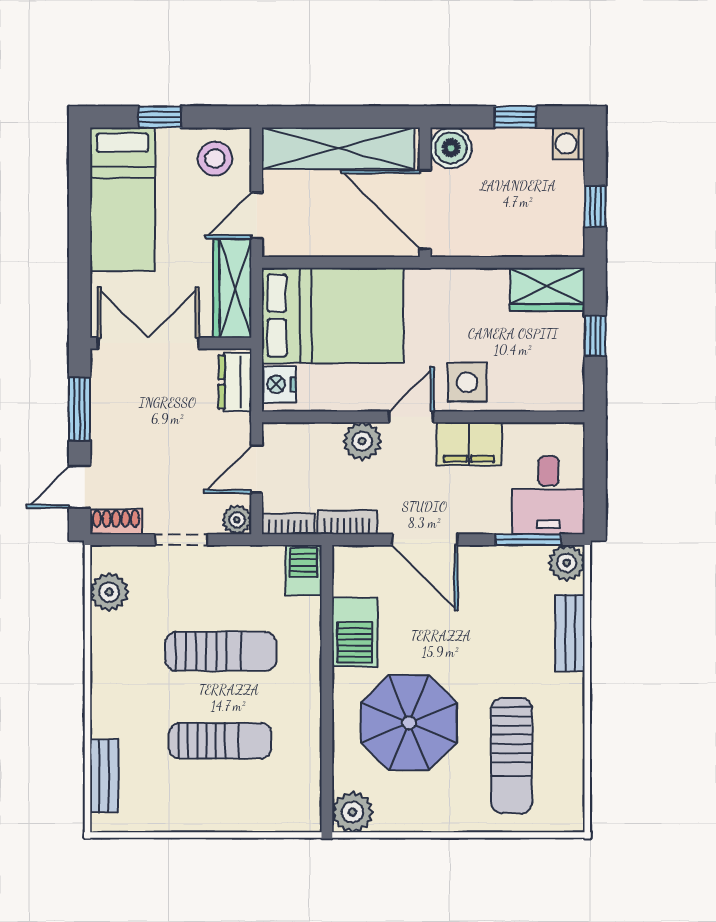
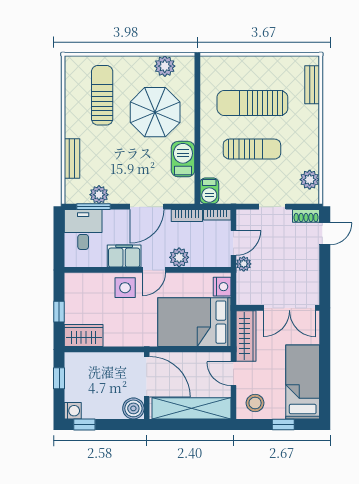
window: (516, 117) -> (84, 424), moved
door: (257, 215) -> (233, 374), swing flipped
dresser: (235, 382) -> (245, 288), removed
window: (80, 409) -> (325, 274), removed
plant: (237, 520) -> (244, 264), moved
door: (425, 540) -> (147, 207), swing flipped
plant: (567, 563) -> (99, 195), moved
sun lounger: (221, 651) -> (252, 149), turned 180
sun lounger: (220, 741) -> (252, 103), width x1.36, depth x1.34
plant: (352, 812) -> (165, 66), moved

